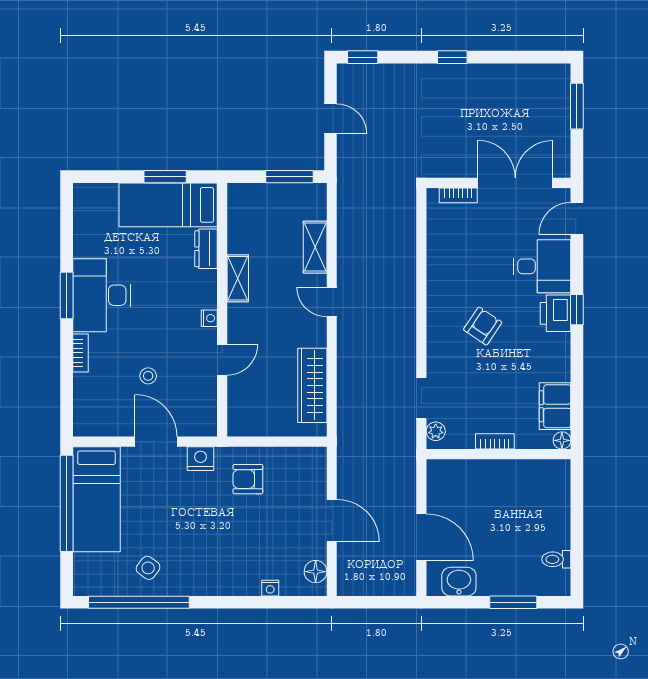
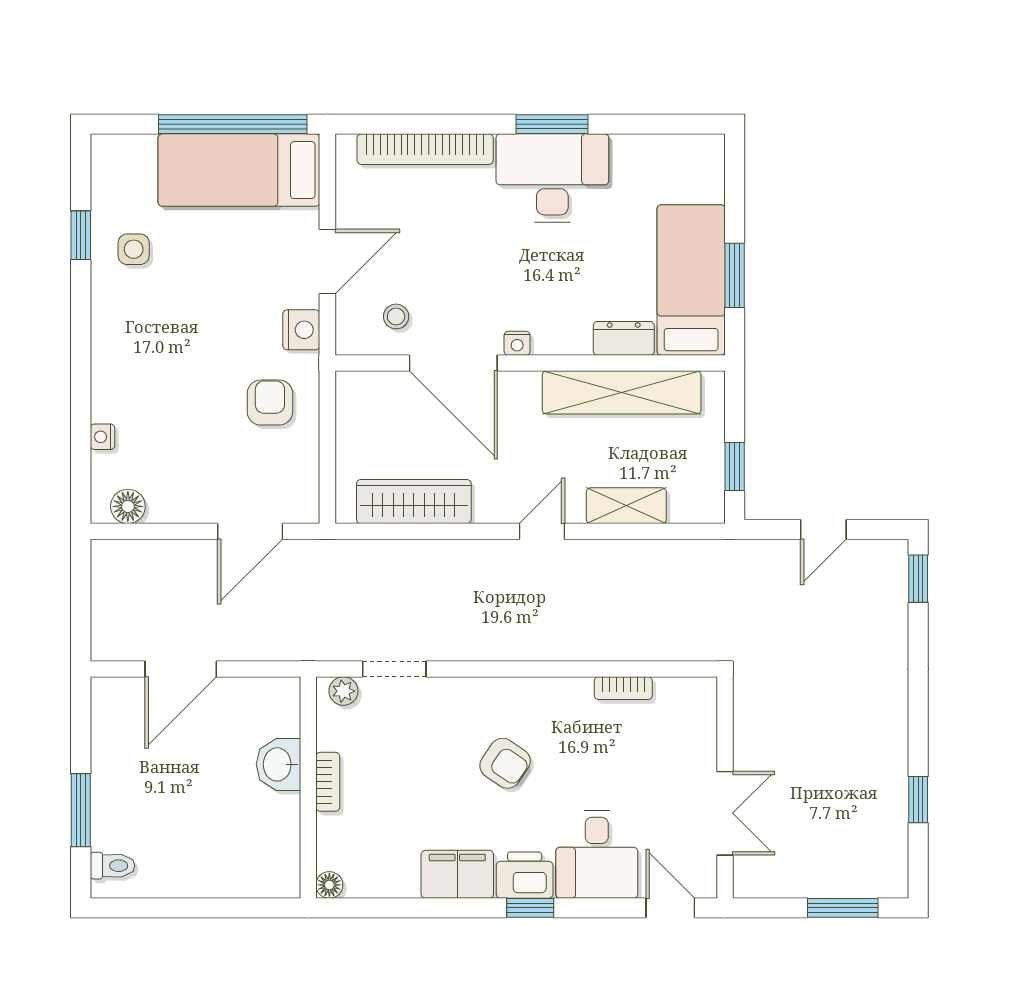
window: (452, 57) -> (918, 800), moved
window: (290, 177) -> (735, 467), width x0.67
double door: (515, 183) -> (725, 813), width x0.73
bookcase: (458, 195) -> (623, 688), moved, turned -90
shelving: (238, 278) -> (622, 392), width x2.20, depth x1.33
bookcase: (80, 353) -> (425, 149), width x2.31, depth x1.31
door: (222, 360) -> (453, 363), width x1.88
stool: (148, 376) -> (396, 316), moved
filing cabinet: (555, 406) -> (457, 874), moved
door: (332, 521) -> (250, 531), moved
toilet: (556, 559) -> (112, 866), moved, turned 90
side table: (148, 568) -> (134, 249), turned -37
washbasin: (459, 582) -> (278, 764), moved, turned 180
window: (139, 602) -> (81, 235), width x0.32

